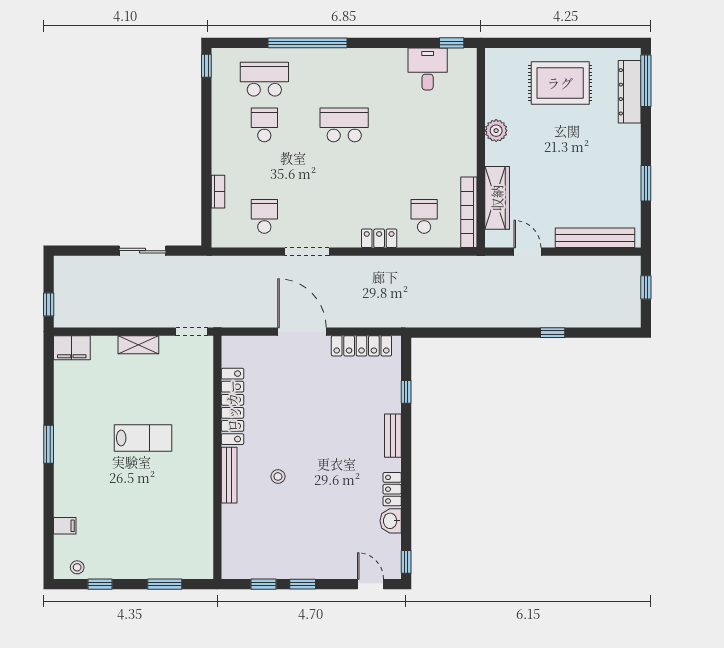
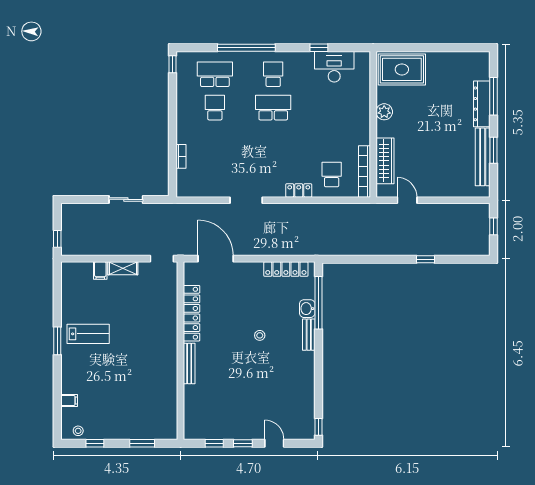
window: (452, 43) -> (319, 48), moved
desk: (428, 69) -> (334, 67), width x1.37
window: (646, 81) -> (494, 96), moved
rug: (560, 83) -> (402, 69), moved
dresser: (630, 92) -> (482, 104), moved
school desk: (264, 216) -> (273, 74), moved
bench: (595, 238) -> (483, 157), moved, turned 90
door: (302, 332) -> (216, 259), moved
filing cabinet: (72, 348) -> (100, 270), moved, width x0.50
window: (406, 392) -> (318, 303), width x3.17
lab bench: (143, 438) -> (88, 334), moved
stool: (278, 477) -> (260, 335), moved
locker: (392, 489) -> (308, 374), removed
washbasin: (391, 521) -> (307, 309), moved
door: (371, 584) -> (274, 443), moved

